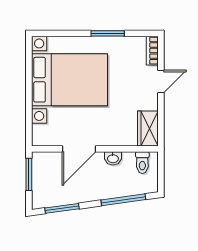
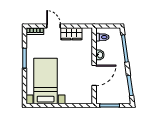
bed with nightstands: (70, 80) -> (46, 81), width x0.73
wardrobe: (148, 128) -> (71, 34), moved
door: (79, 149) -> (94, 75), hinge flipped

